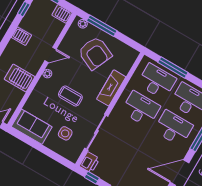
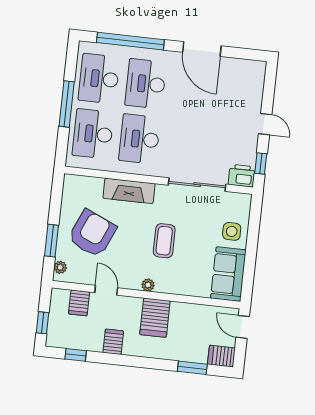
server rack: (62, 14) -> (79, 303), moved
window: (102, 26) -> (52, 241), width x0.69
door: (50, 55) -> (106, 290), moved
window: (173, 67) -> (67, 104), moved
server rack: (20, 78) -> (155, 318), moved
side table: (65, 133) -> (232, 231), moved

